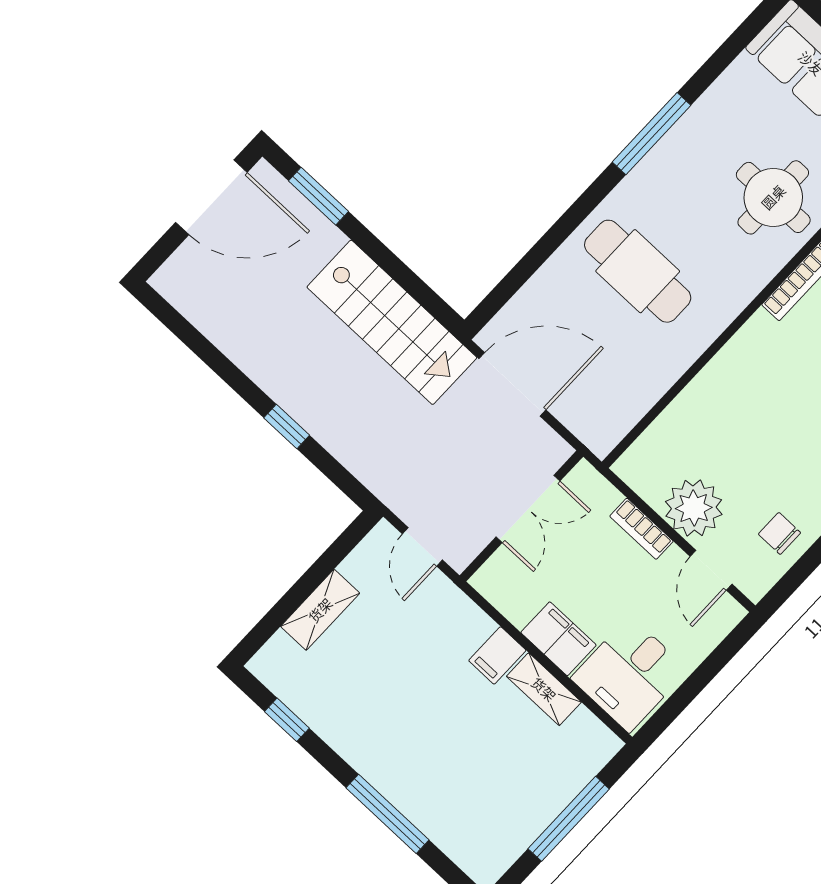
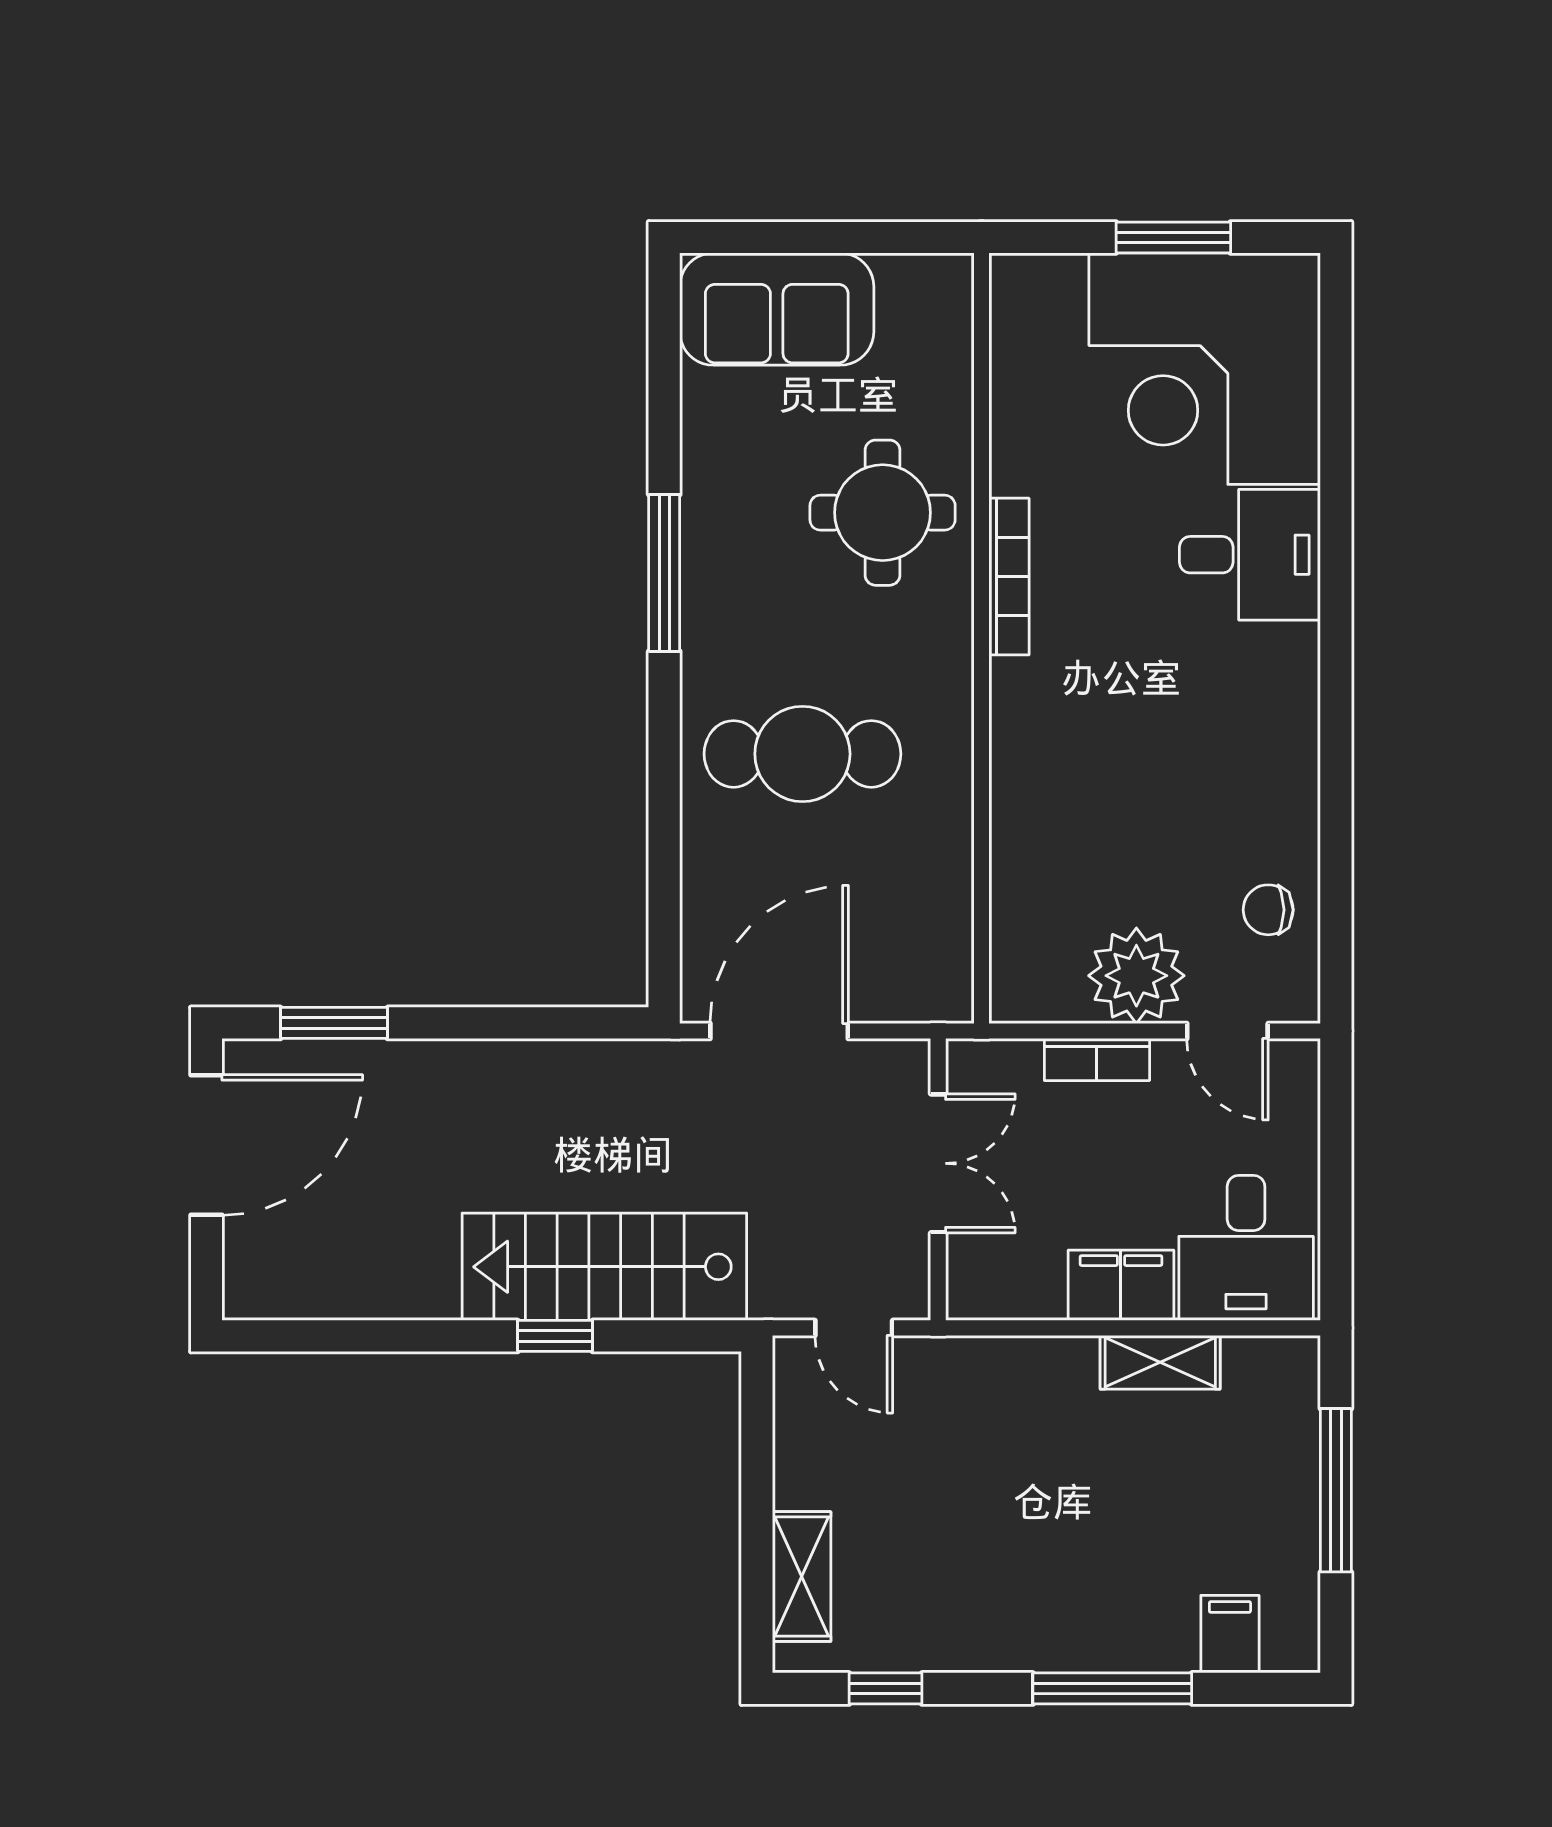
stairs: (392, 322) -> (604, 1267), moved, turned 180
shelving: (320, 610) -> (802, 1577), moved
filing cabinet: (497, 655) -> (1230, 1634), moved, turned 180

